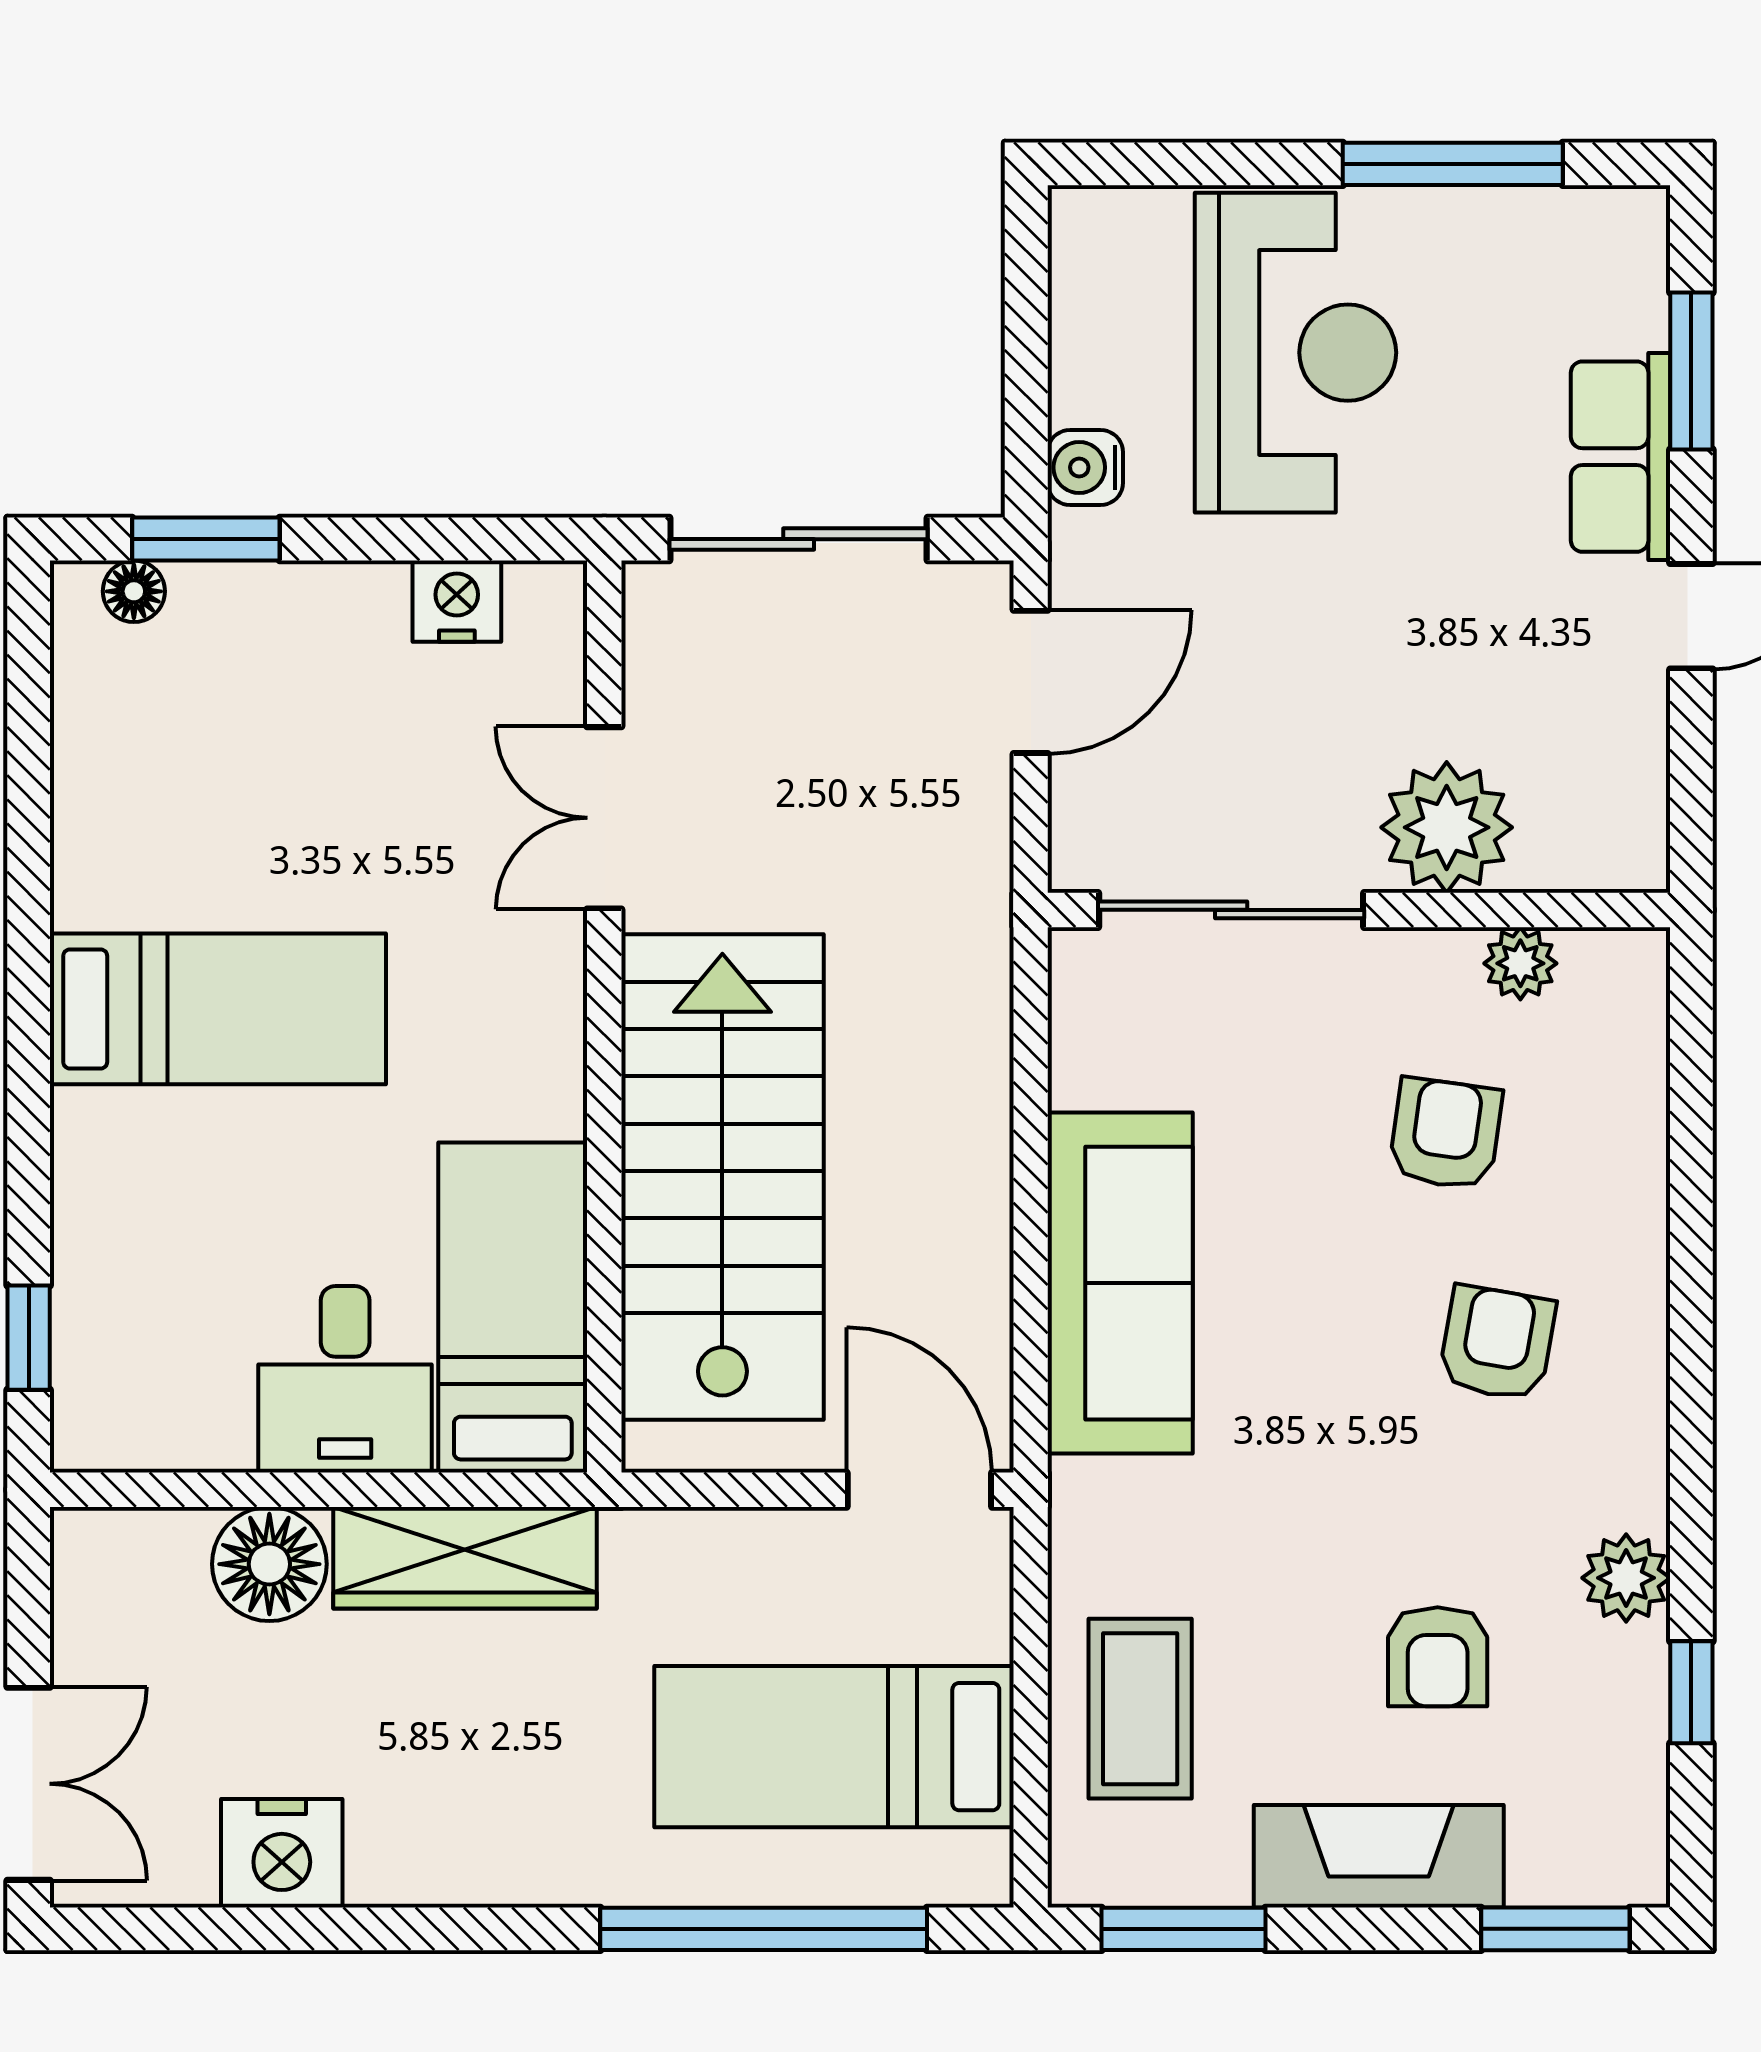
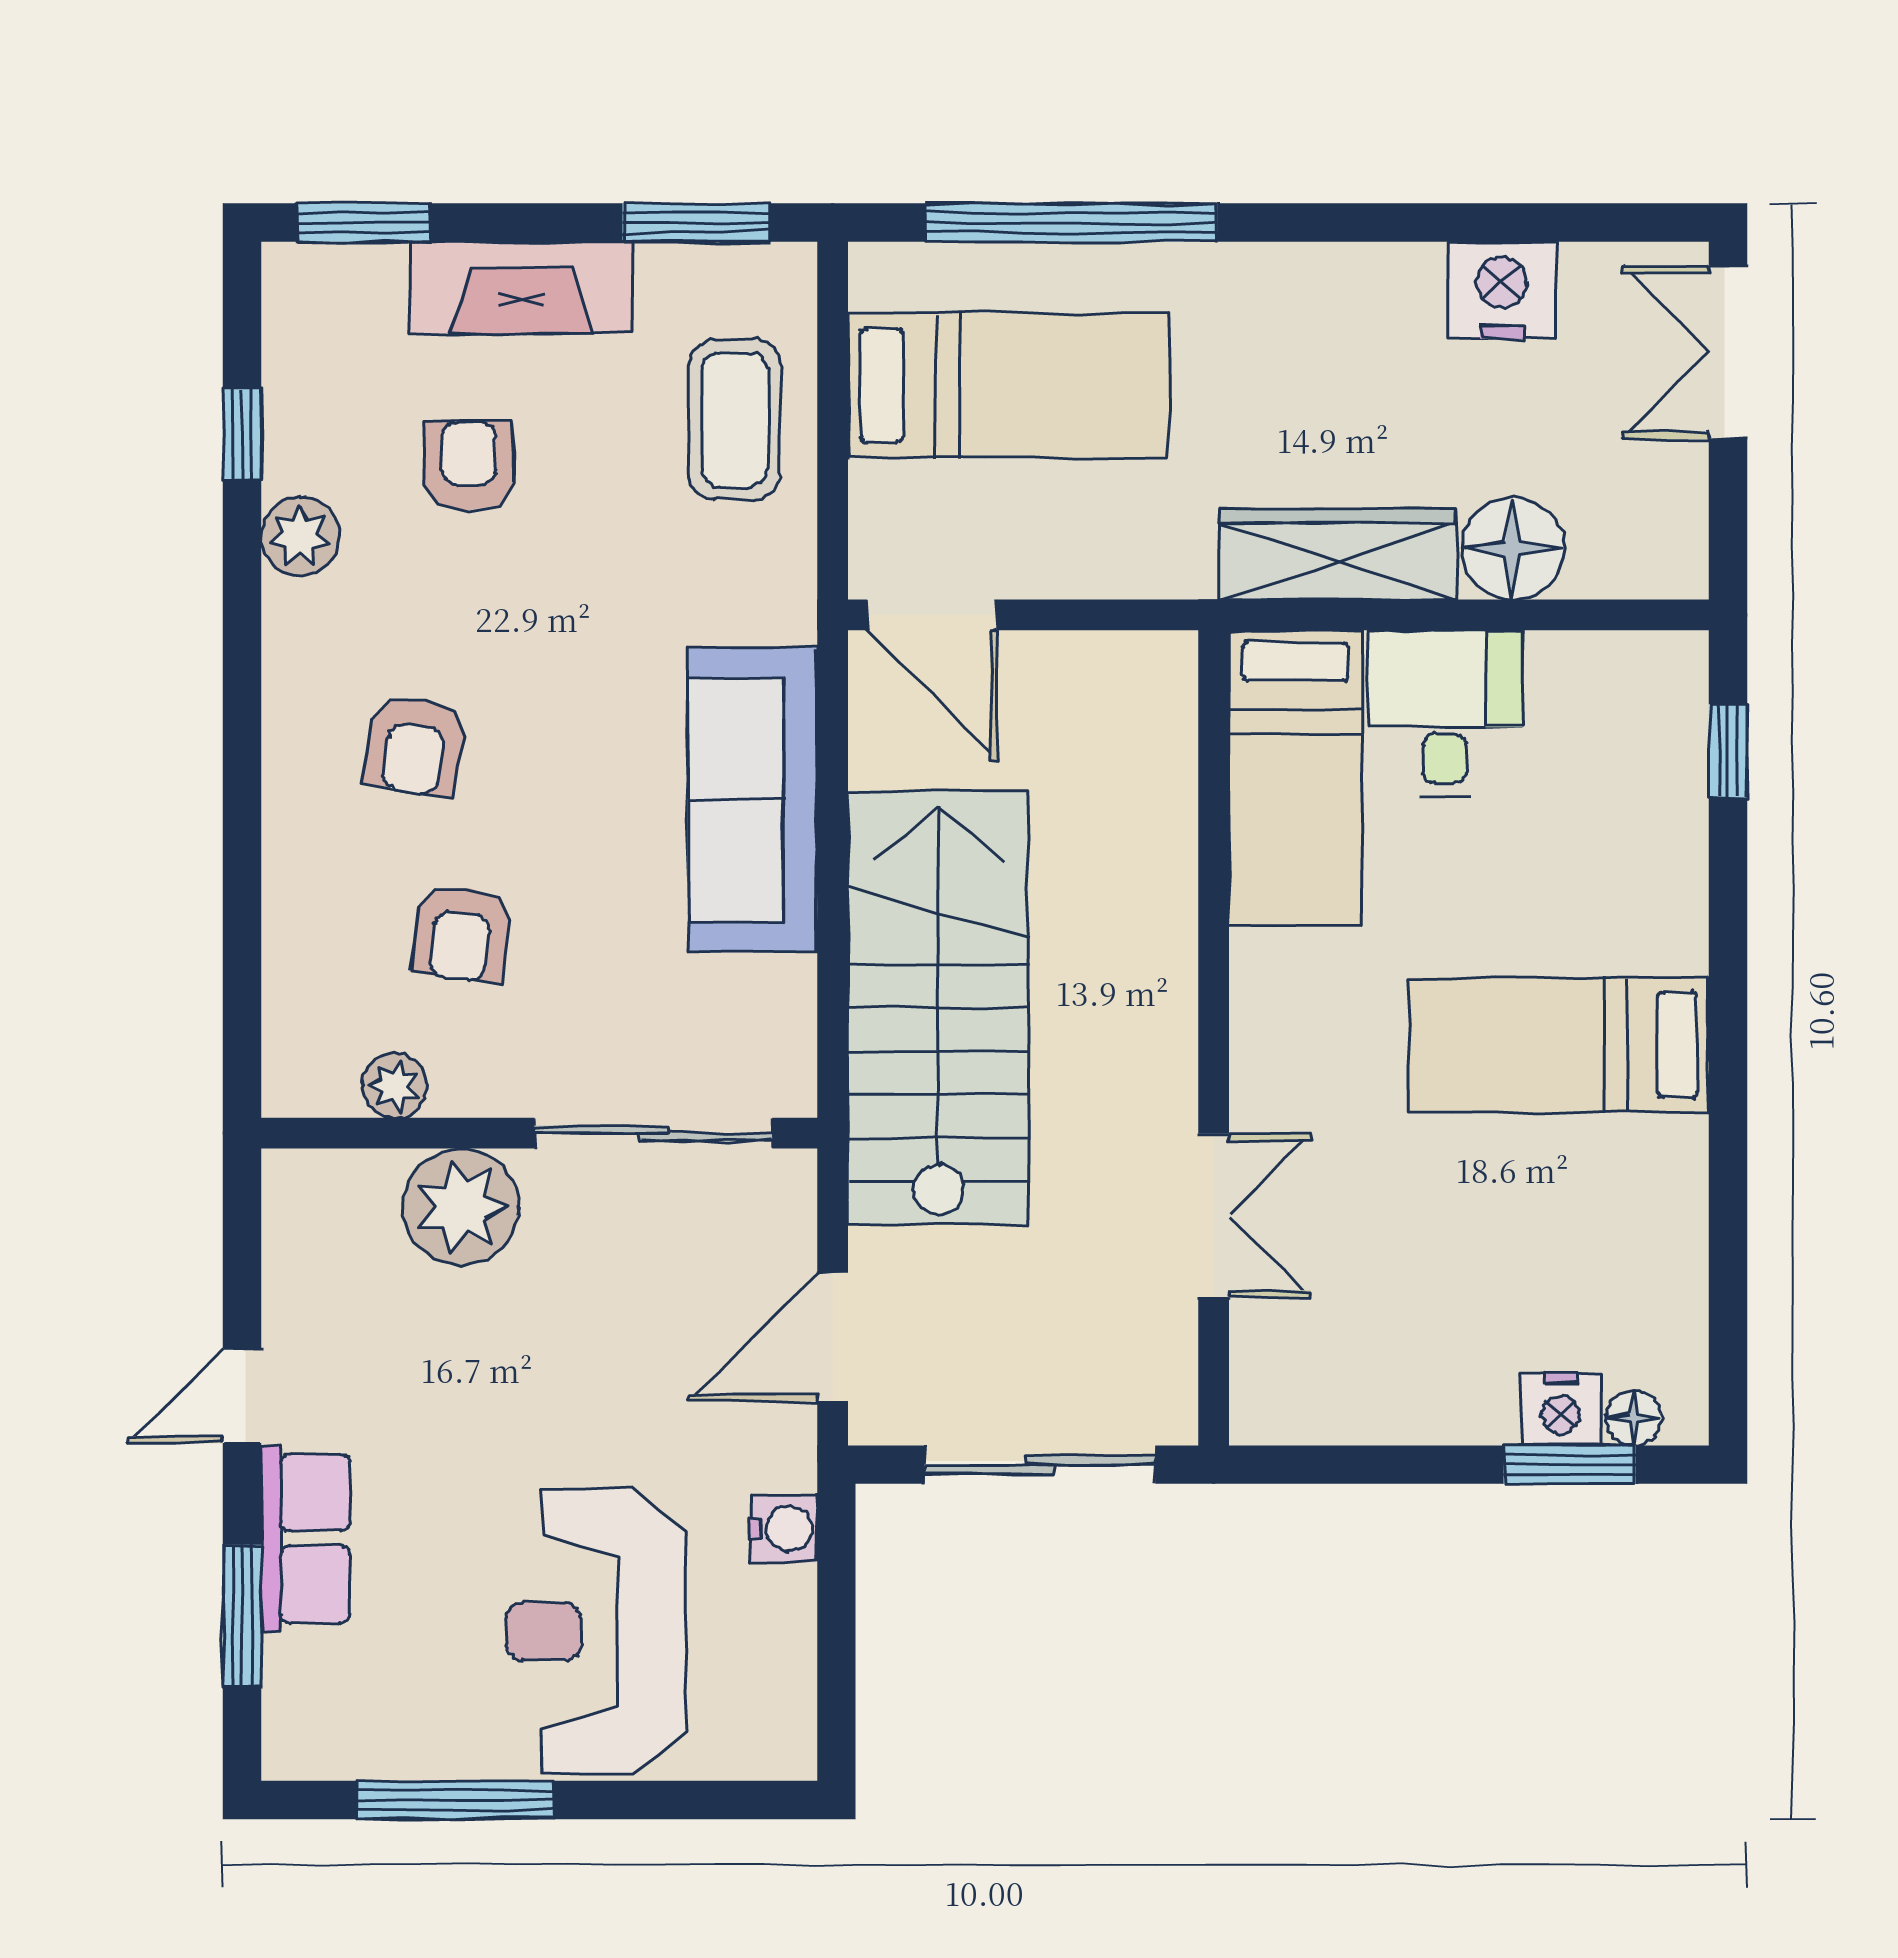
nightstand: (457, 601) -> (1561, 1409), moved
stairs: (722, 1177) -> (938, 1008), moved, turned 180

